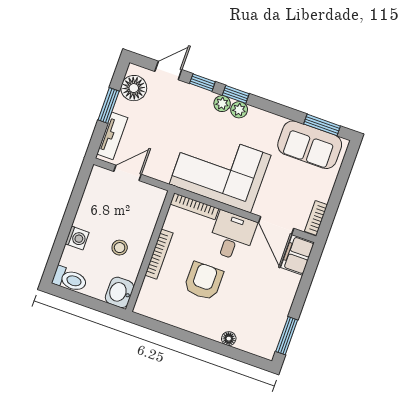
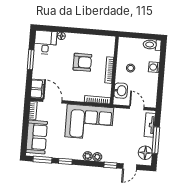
window: (236, 94) -> (65, 161), moved
window: (109, 106) -> (156, 140), width x1.44
sofa: (310, 145) -> (37, 137), moved, turned 90
door: (128, 173) -> (137, 108), swing flipped
desk: (232, 236) -> (45, 42), moved, turned 180
armchair: (204, 281) -> (82, 62), turned -90
washbasin: (119, 292) -> (121, 91), moved
window: (287, 336) -> (31, 60), moved

